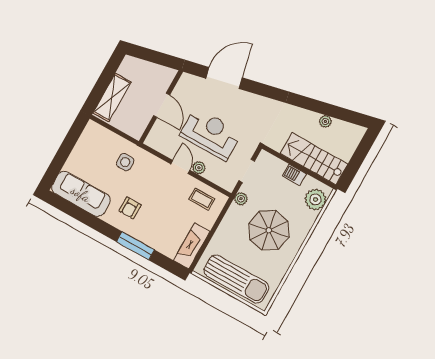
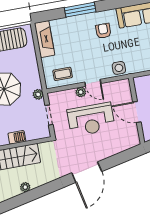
door: (224, 78) -> (87, 172), moved
side table: (125, 162) -> (119, 68), moved

